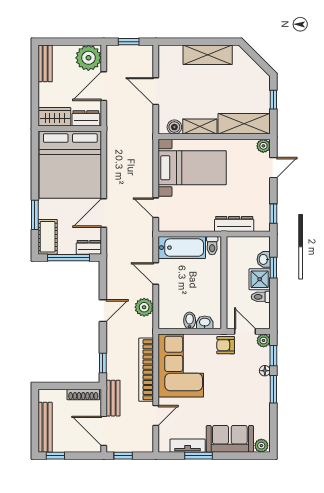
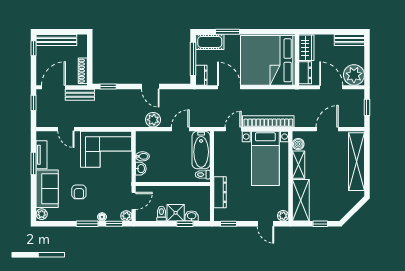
shelving: (208, 55) -> (356, 162), width x1.47
armchair: (226, 345) -> (79, 192), moved, turned 180
bookcase: (146, 370) -> (268, 121), moved

